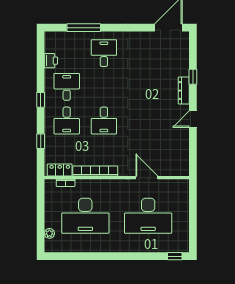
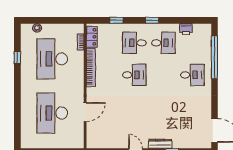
window: (84, 28) -> (214, 57), width x1.46
desk: (104, 121) -> (134, 75), turned 180
window: (175, 256) -> (17, 58), moved

